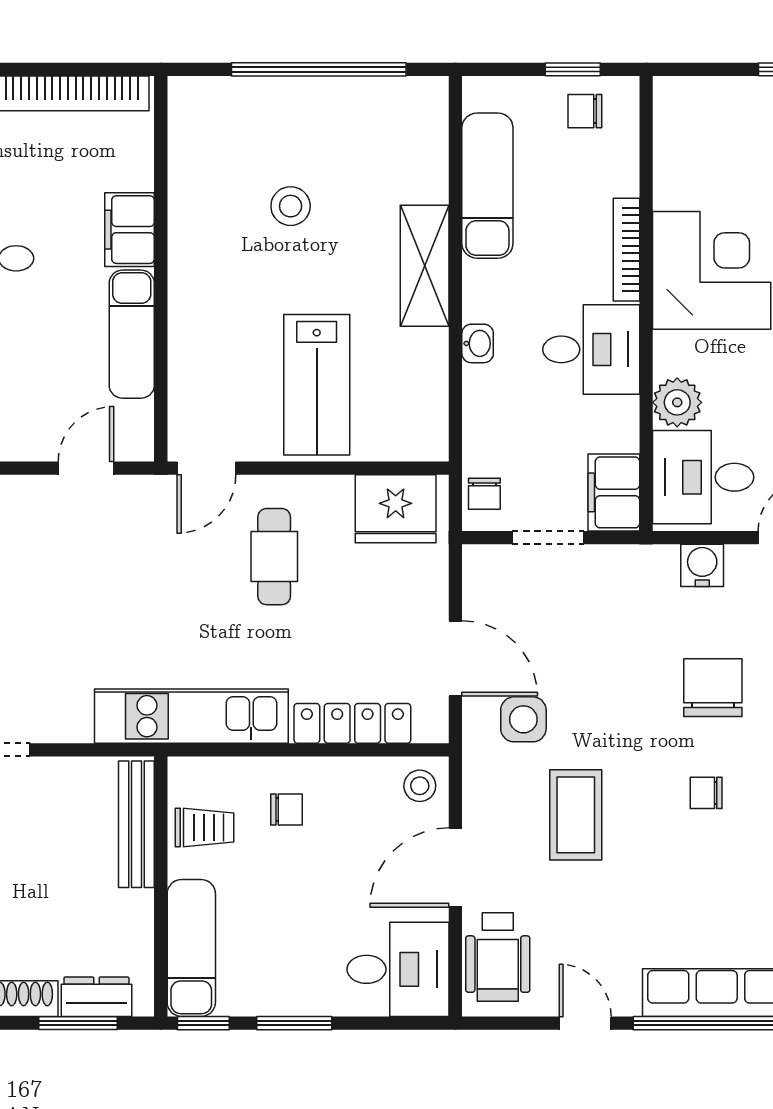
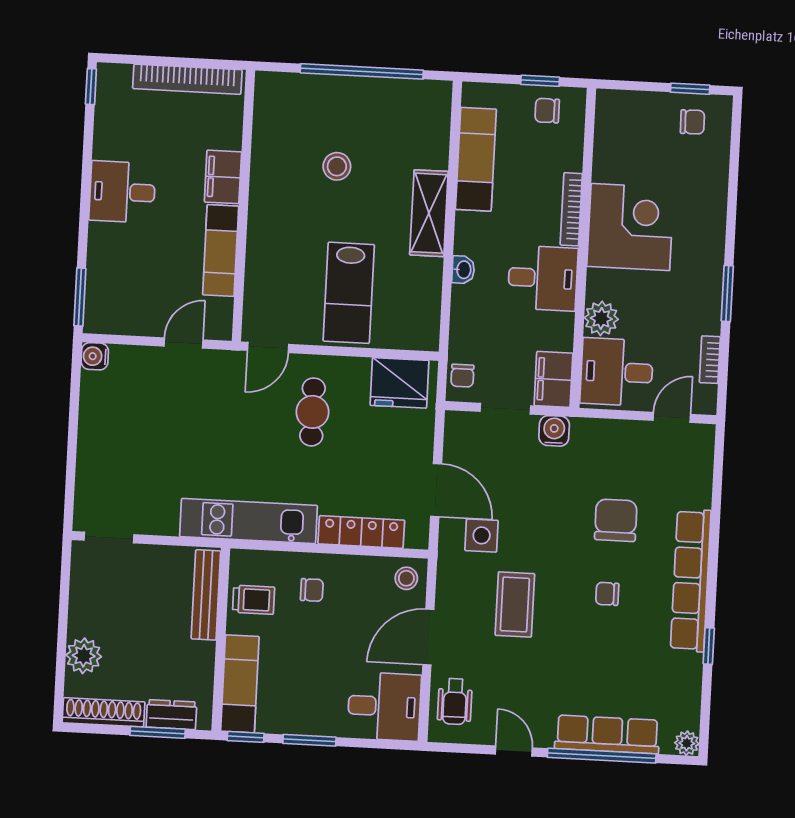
water cooler: (702, 565) -> (554, 431), moved
wheelchair: (498, 957) -> (455, 701), width x0.73, depth x0.73

